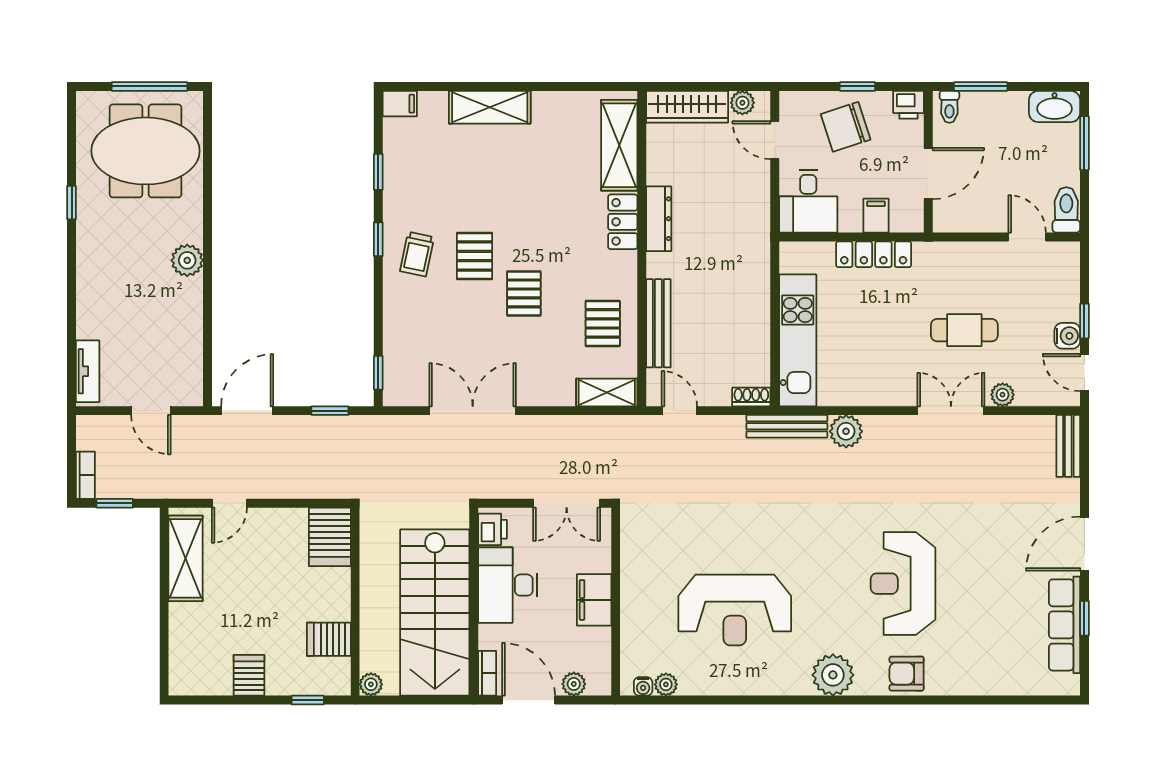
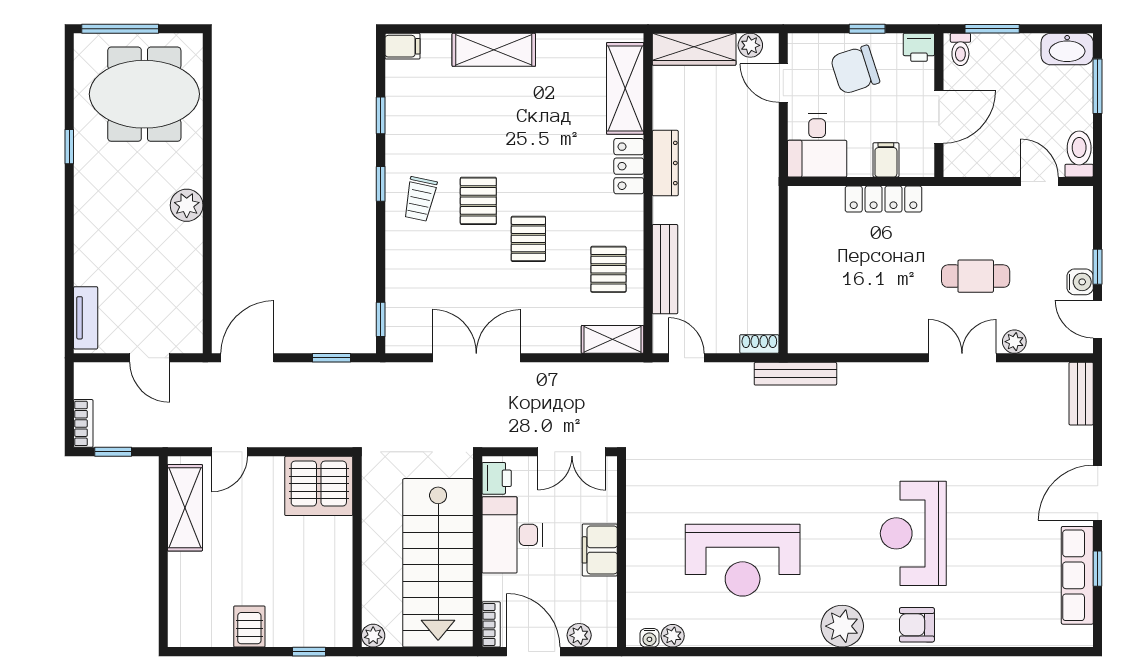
window: (150, 86) -> (120, 29), moved
kitchen unit: (798, 340) -> (806, 286), removed
plant: (846, 431) -> (855, 379), removed
server rack: (330, 537) -> (319, 486), width x1.60
server rack: (329, 639) -> (330, 590), removed

